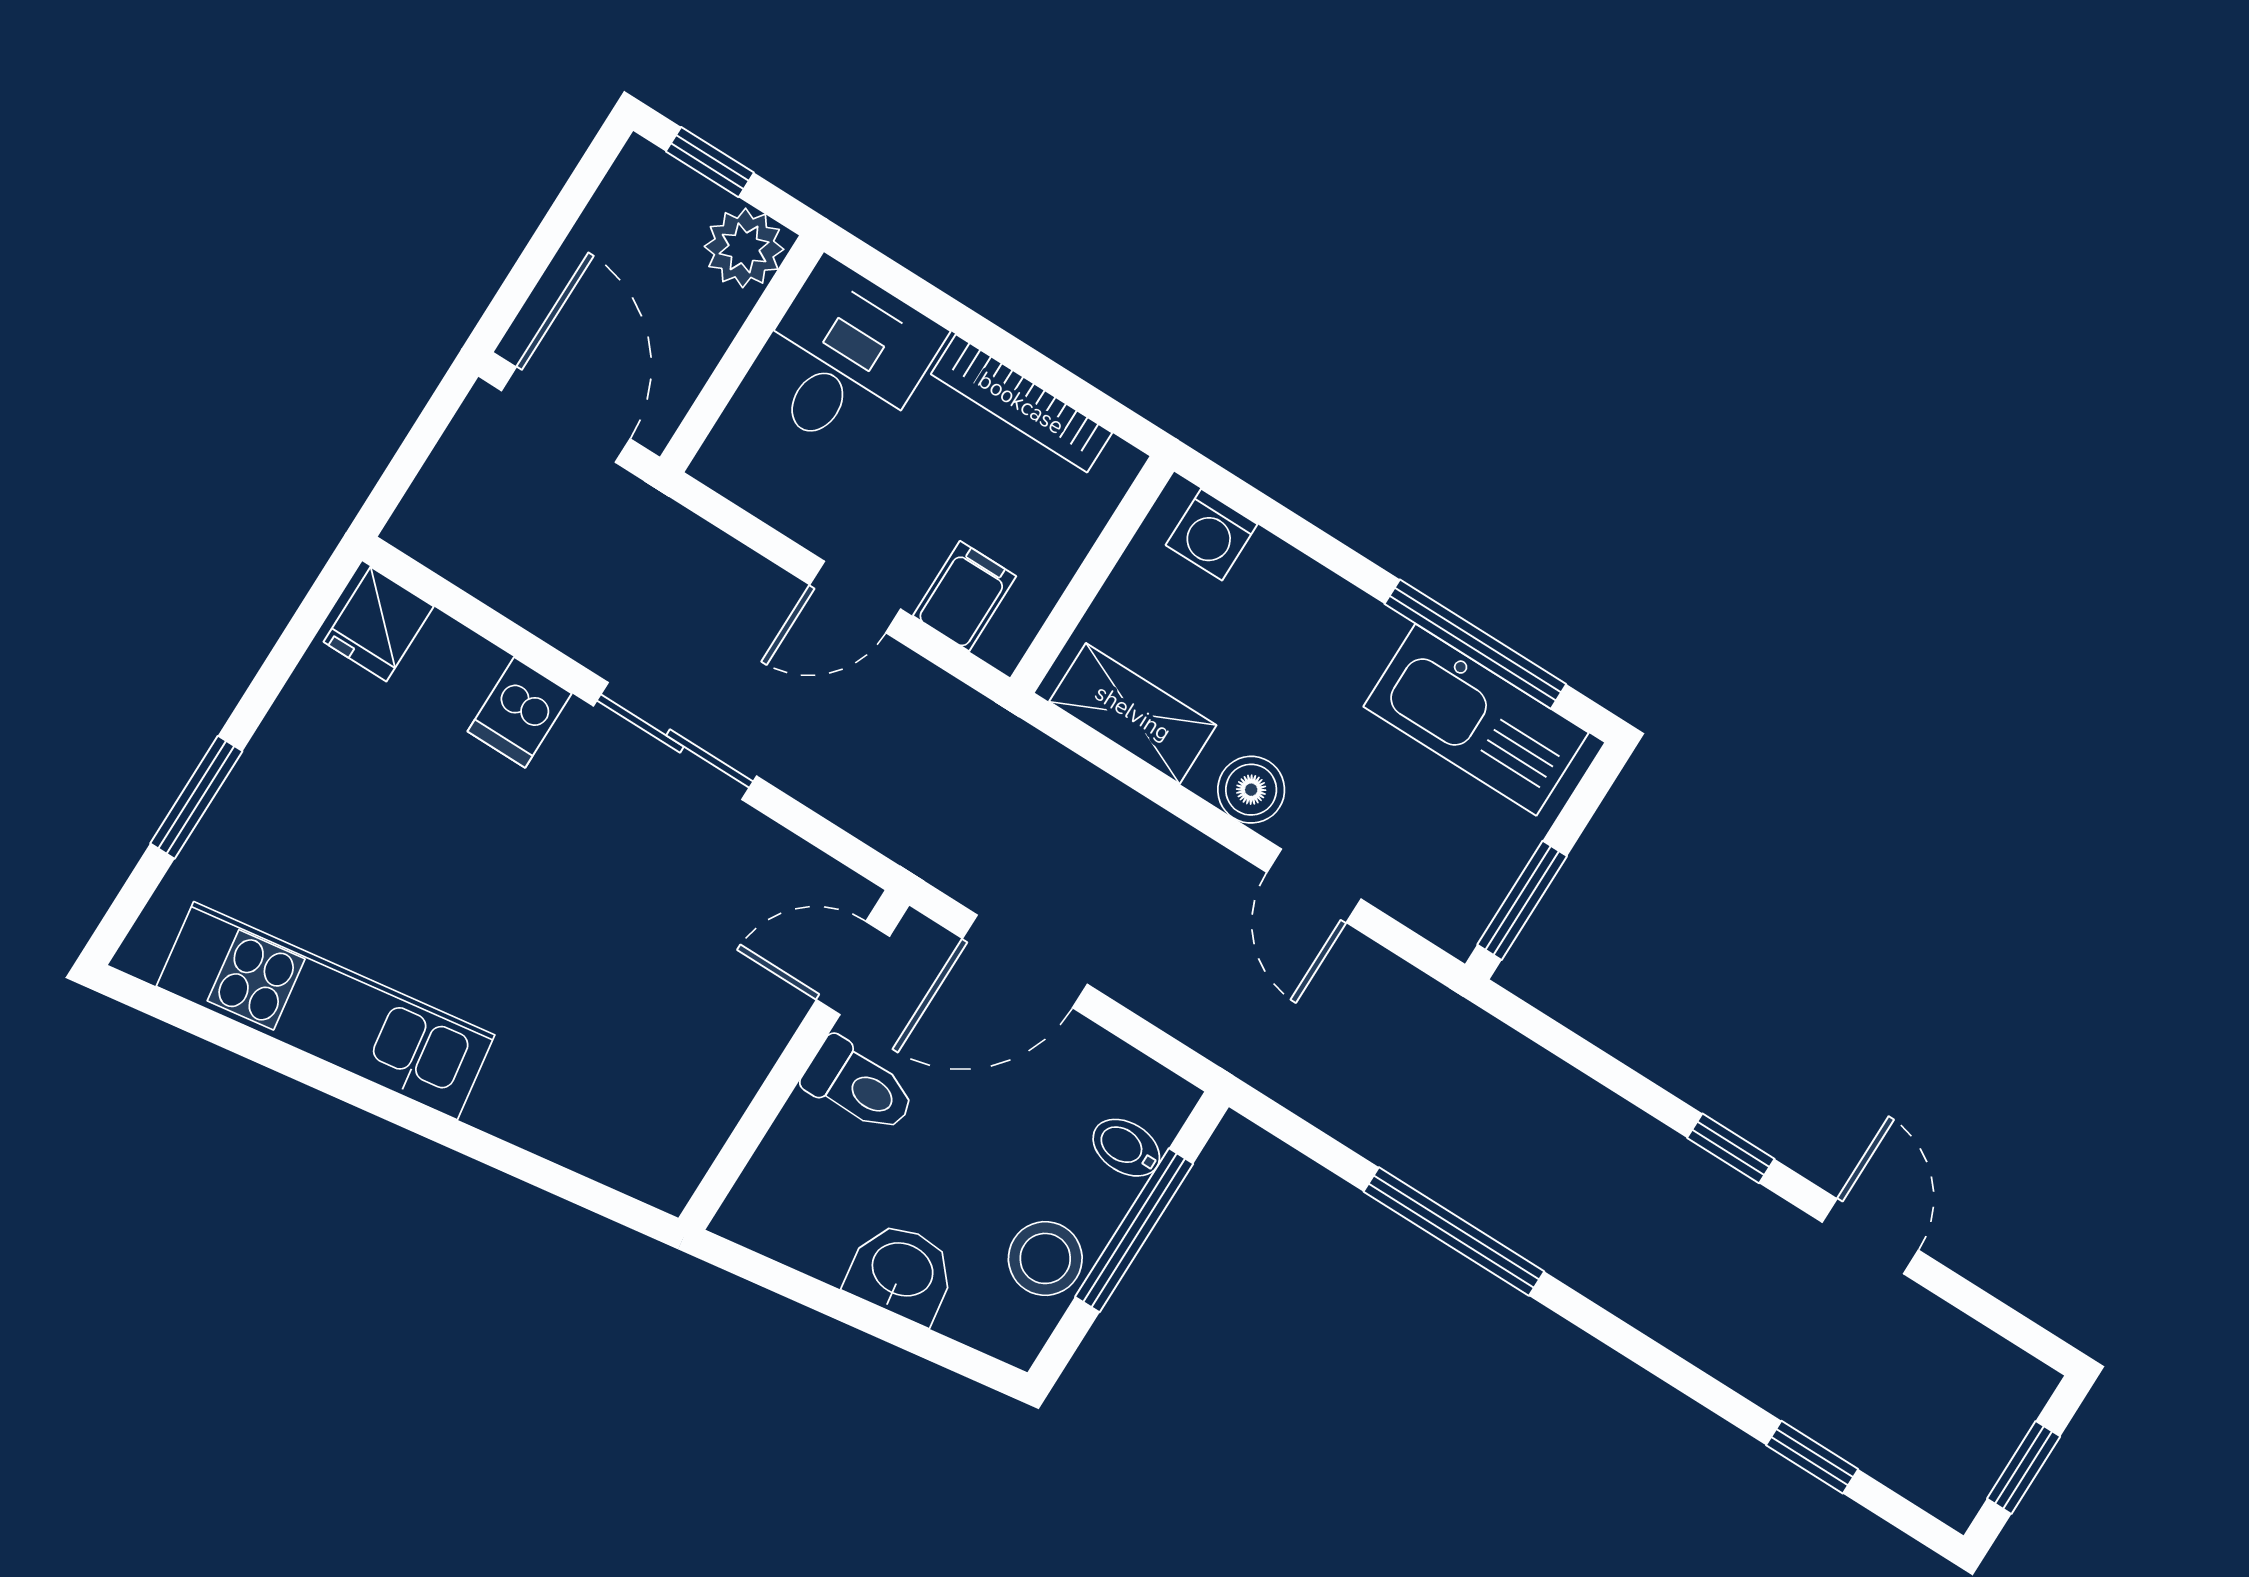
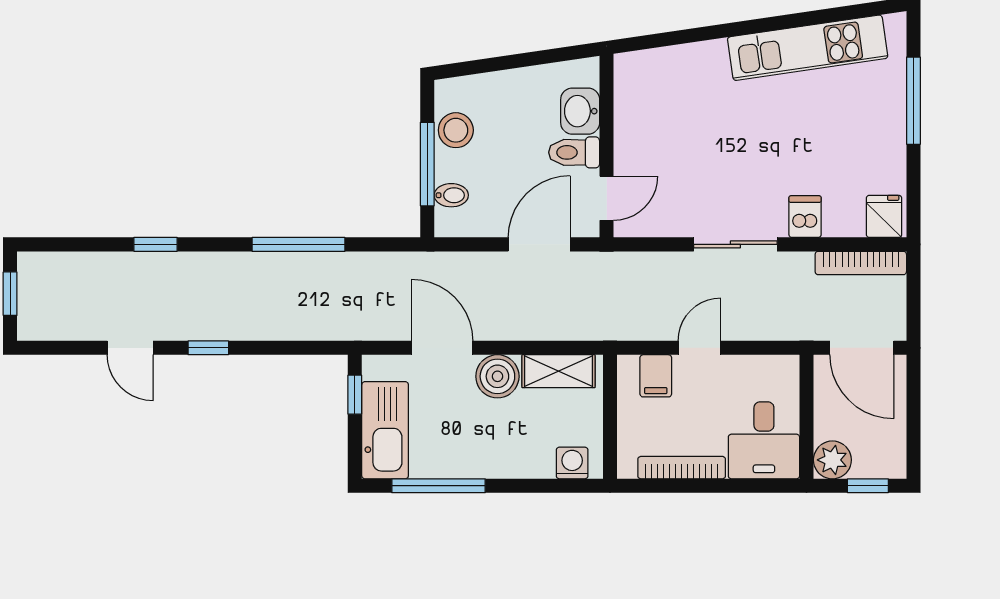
bookcase: (472, 567) -> (861, 263), added
kitchen sink: (1476, 720) -> (385, 430), moved, turned 90
boiler: (1251, 790) -> (497, 376), width x1.36, depth x1.36
window: (196, 797) -> (913, 101), width x1.44
door: (1314, 886) -> (442, 348), width x1.38
window: (1522, 900) -> (355, 395), width x0.67
washbasin: (902, 1272) -> (580, 111), moved, turned 98
window: (1812, 1457) -> (156, 244), moved

